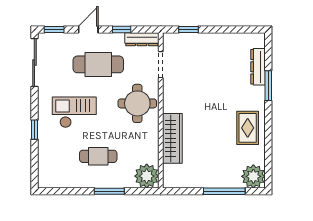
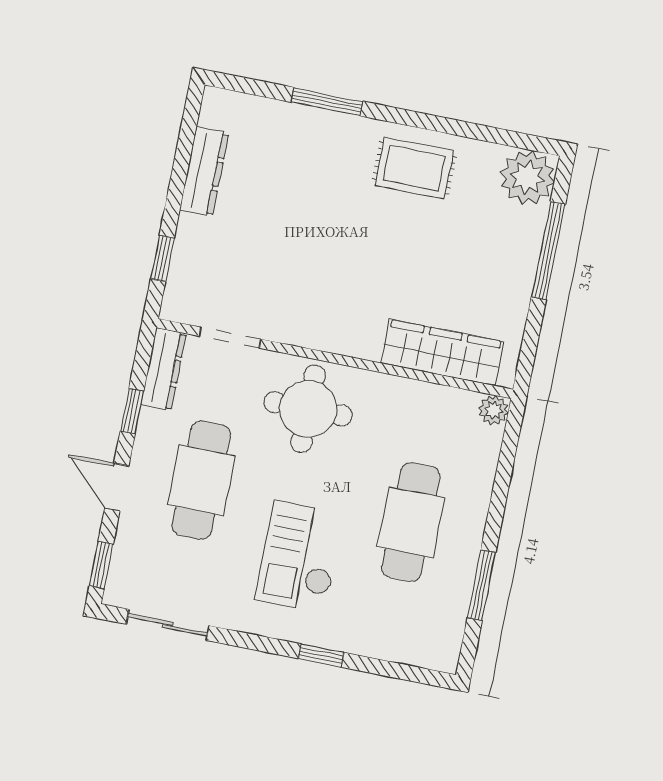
sliding door: (34, 62) -> (168, 625), width x0.73
dresser: (258, 67) -> (204, 172), moved, turned -90
wardrobe: (172, 138) -> (442, 353), moved
cafe table: (98, 156) -> (411, 522), width x1.37, depth x1.35
plant: (147, 176) -> (494, 410), width x0.53, depth x0.53
window: (109, 191) -> (482, 585), moved

